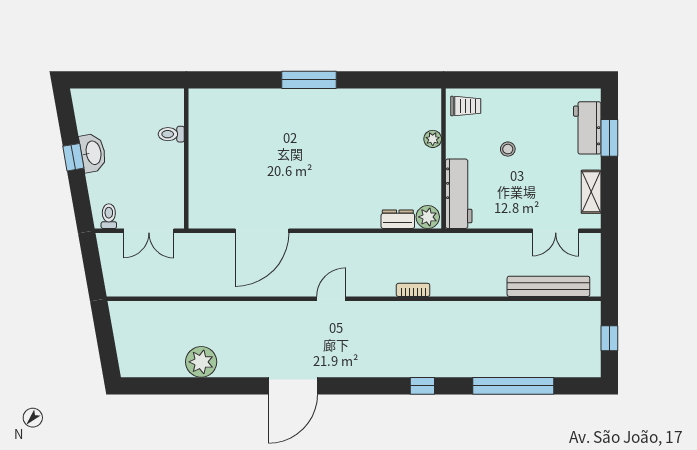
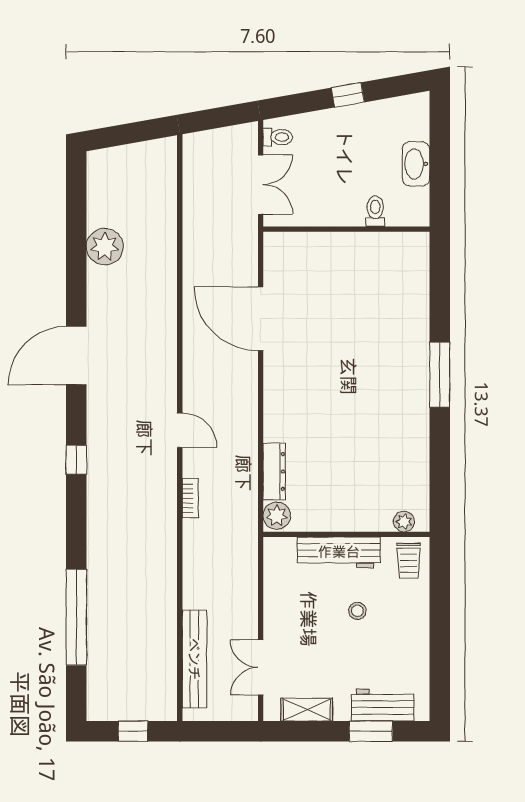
plant: (433, 139) -> (404, 522), moved
washbasin: (93, 153) -> (416, 164), moved, turned 100
workbench: (459, 194) -> (339, 552), moved
dresser: (398, 219) -> (274, 472), width x1.44
double door: (149, 231) -> (261, 185), swing flipped
door: (331, 299) -> (180, 430), moved
door: (293, 386) -> (76, 356), hinge flipped
window: (422, 386) -> (76, 460), moved

